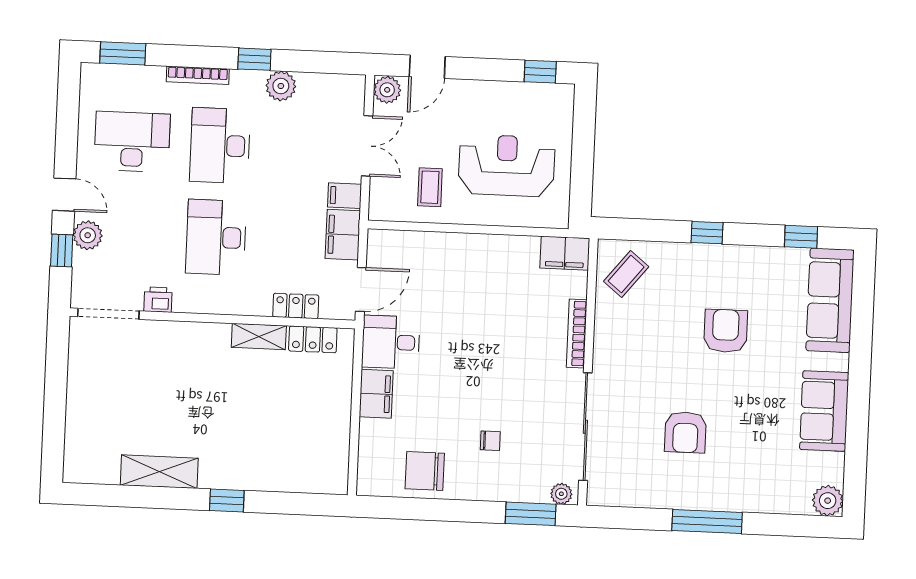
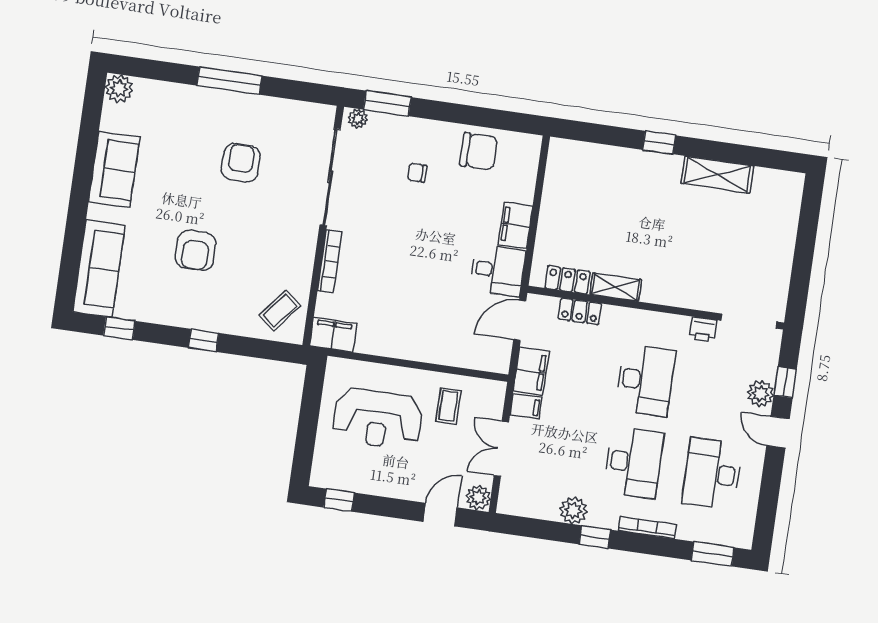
desk: (132, 142) -> (712, 474), turned 90

